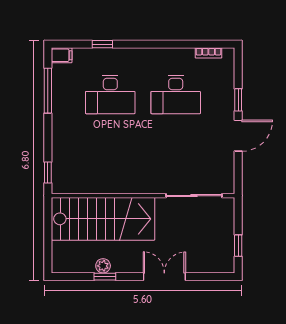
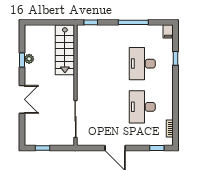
window: (48, 91) -> (133, 22), moved
window: (238, 100) -> (157, 148), moved
stairs: (103, 219) -> (65, 50), width x0.73, depth x0.66

